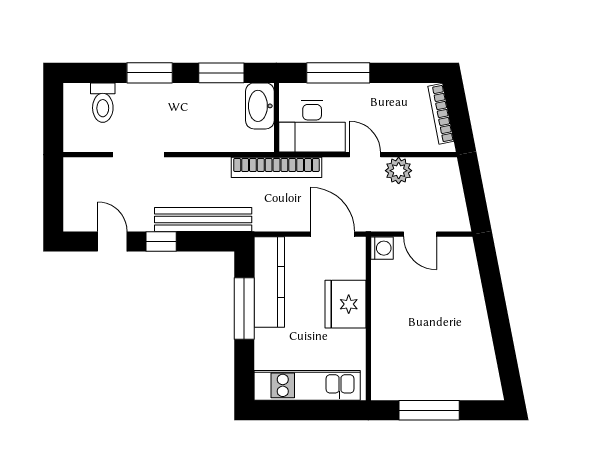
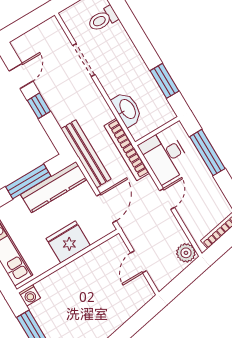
window: (150, 73) -> (138, 37), removed
washbasin: (260, 106) -> (127, 109), moved, turned 90
plant: (399, 171) -> (186, 253), moved
bench: (203, 220) -> (86, 154), moved
washing machine: (382, 248) -> (29, 295), moved

